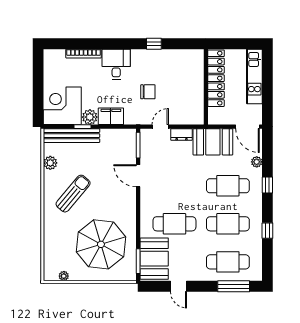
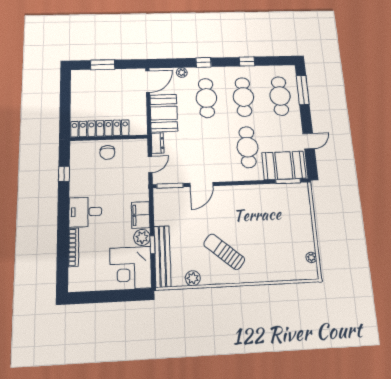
kitchen unit: (254, 76) -> (98, 77), removed
locker: (216, 78) -> (100, 128), moved
window: (267, 81) -> (103, 65), added
wall: (206, 87) -> (109, 138), moved
chair: (148, 92) -> (107, 153), moved, turned 180
door: (160, 127) -> (150, 164), swing flipped
parasol: (101, 244) -> (275, 220), removed

